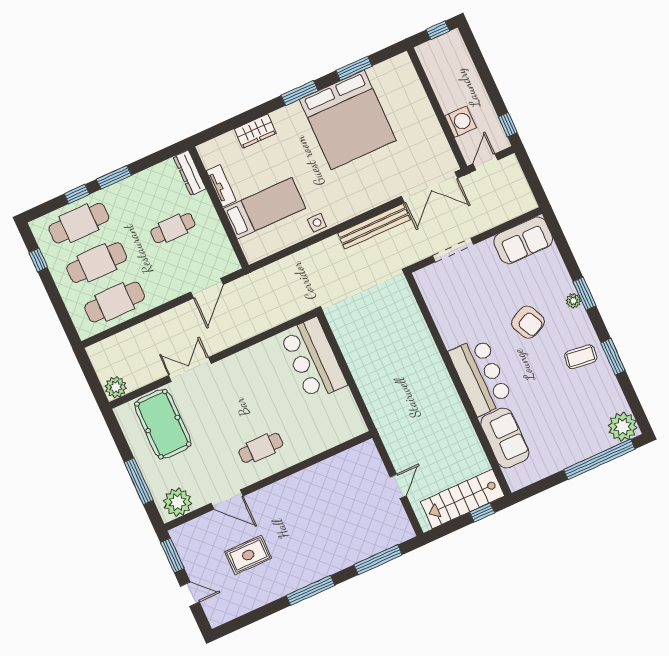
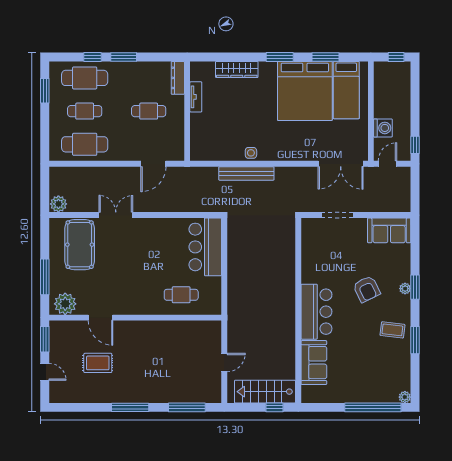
wardrobe: (255, 131) -> (237, 69), width x1.50
bed: (264, 208) -> (346, 90), moved, turned 90
bench: (374, 226) -> (246, 174), moved
window: (38, 260) -> (45, 91), width x1.50
cafe table: (97, 263) -> (85, 111), width x0.73, depth x0.74
plant: (623, 427) -> (405, 397), width x0.53, depth x0.53
cafe table: (261, 448) -> (181, 295), moved

